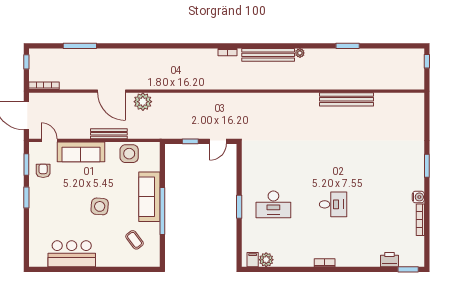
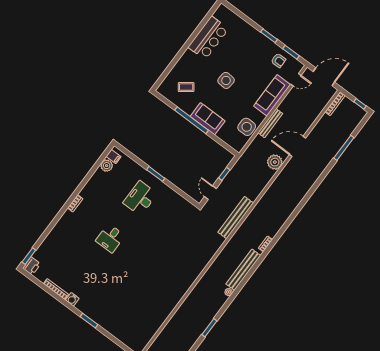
bench: (346, 99) -> (236, 218), moved
sofa: (149, 197) -> (208, 119), width x0.73
printer: (389, 260) -> (32, 266), moved

